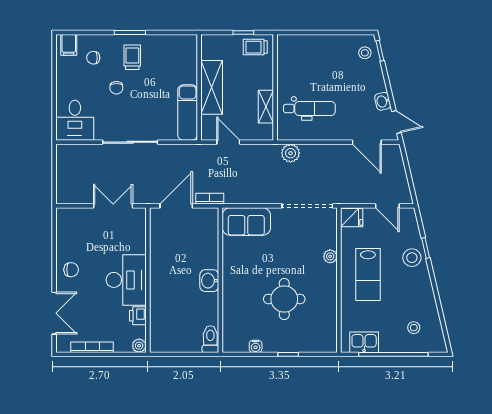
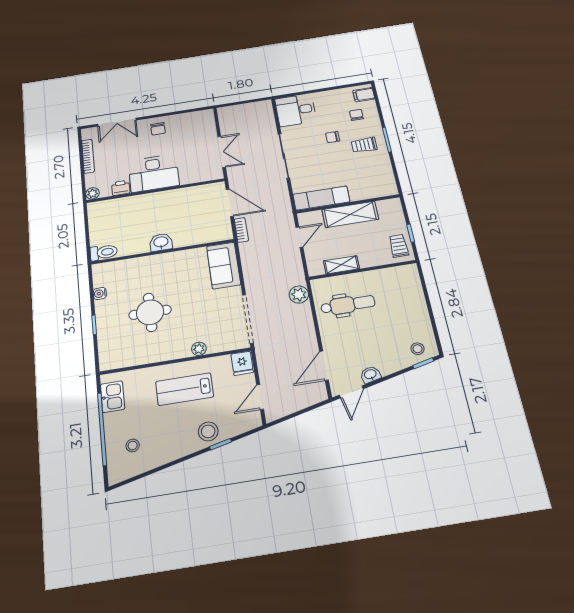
trolley: (132, 57) -> (364, 145), turned 180
dental chair: (309, 108) -> (348, 305), turned -90

